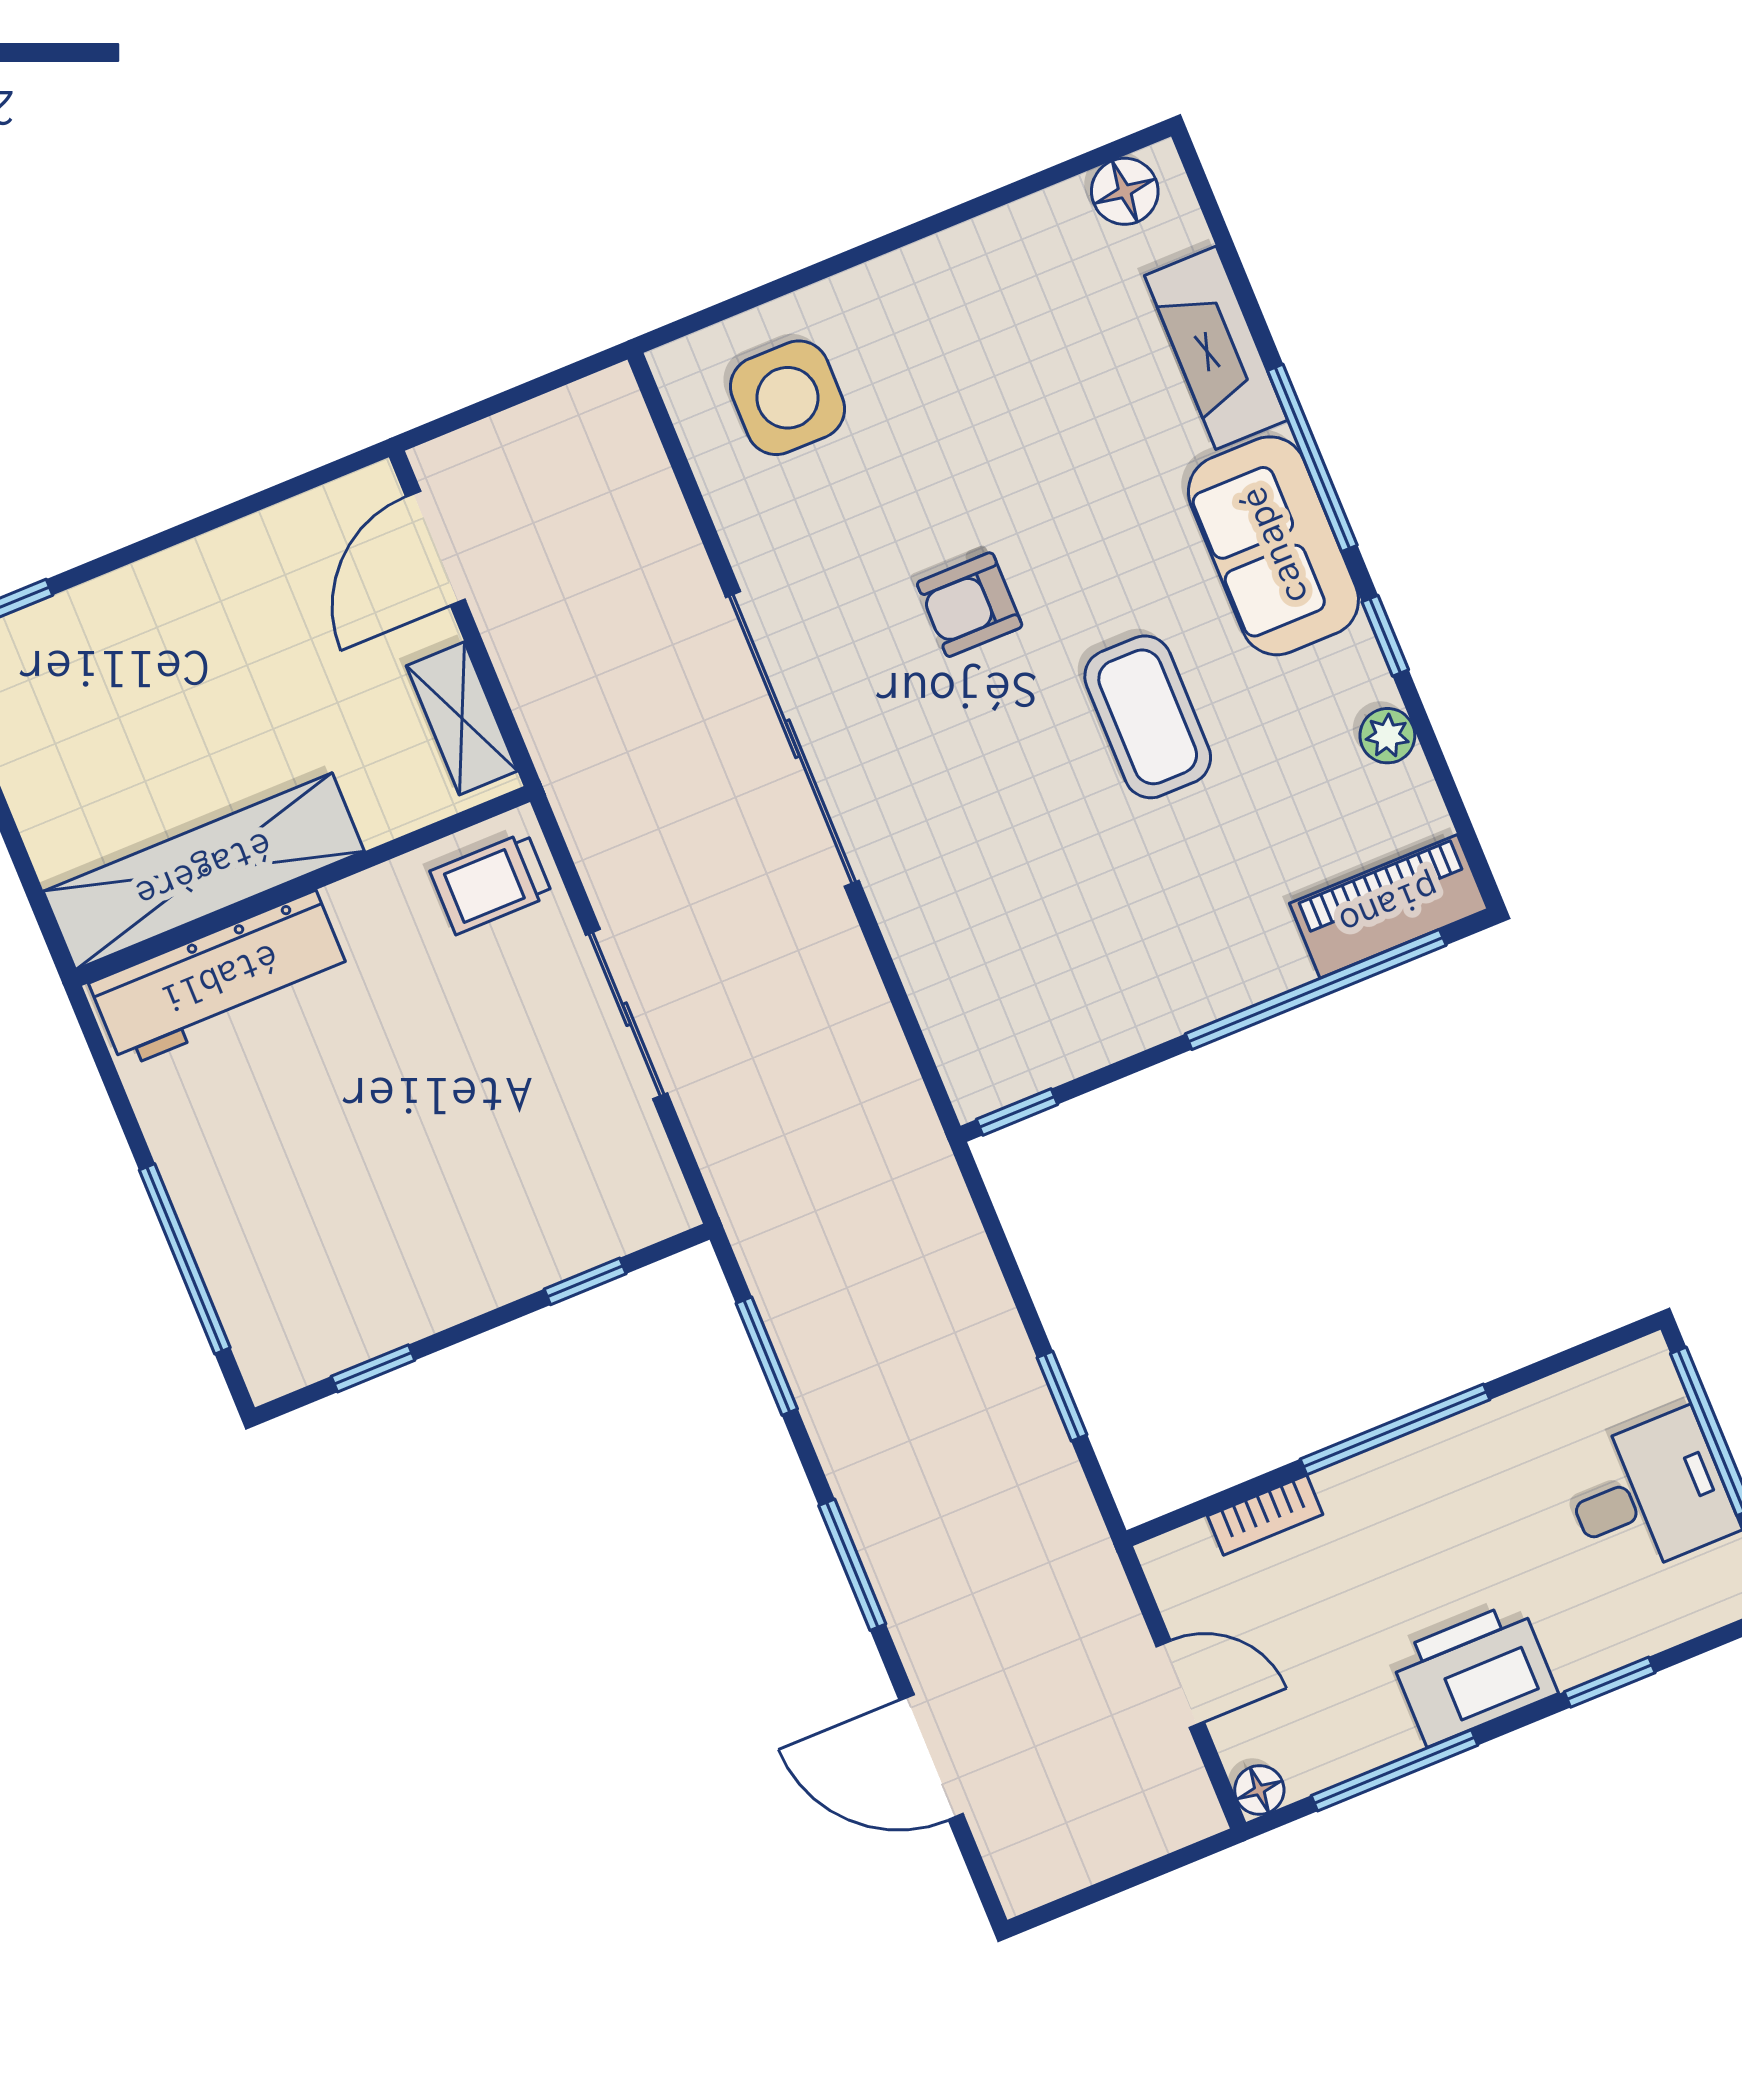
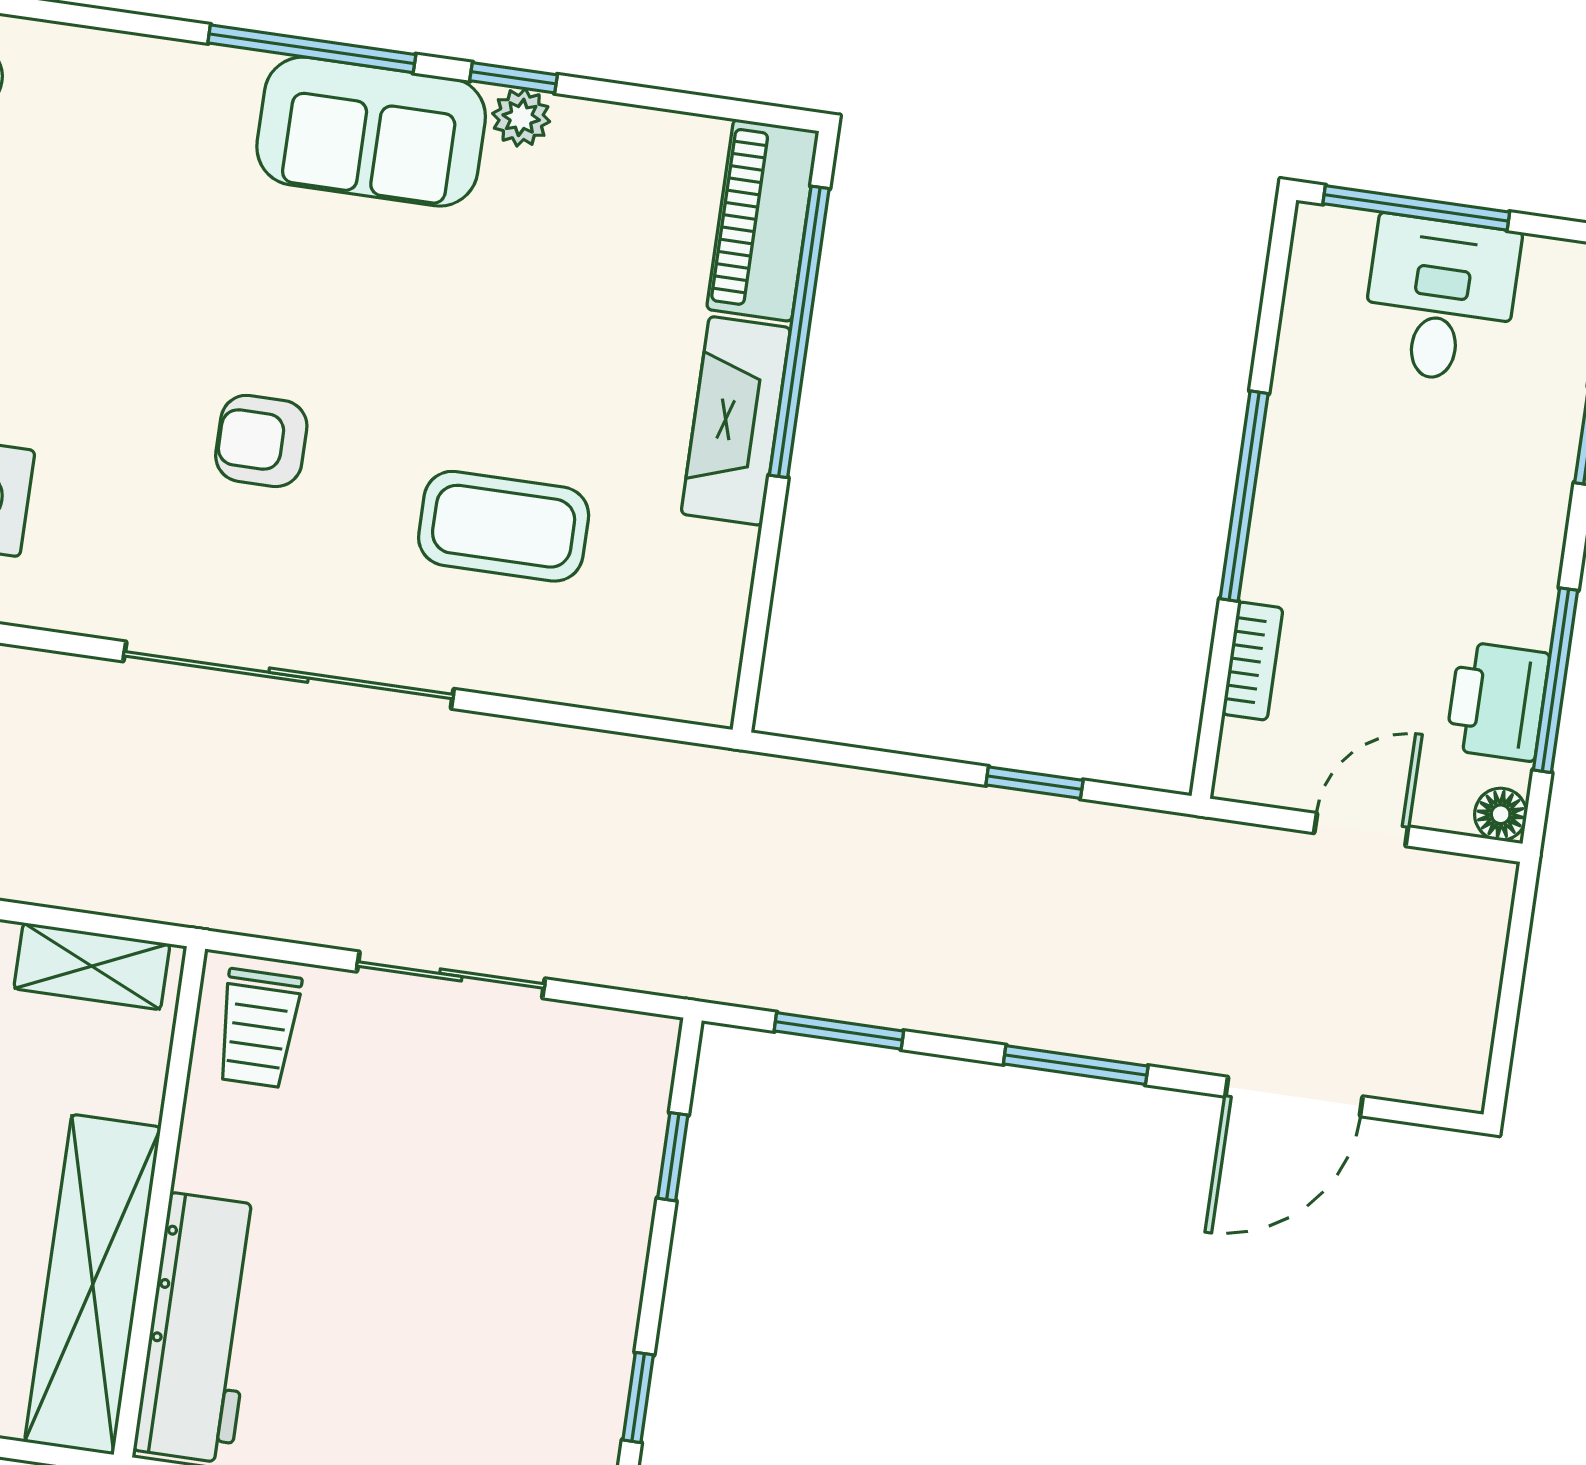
fireplace: (1216, 348) -> (736, 421), moved, turned 90
armchair: (970, 605) -> (261, 441), turned 90
coffee table: (1148, 717) -> (504, 526), moved
plant: (1387, 736) -> (521, 117), moved
window: (1017, 1112) -> (750, 671), removed
printer: (1473, 1673) -> (1497, 701), moved, width x0.73, depth x0.84

